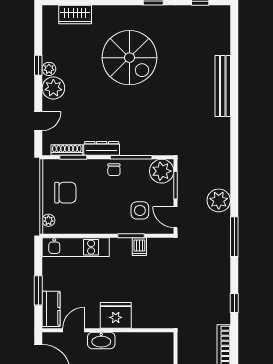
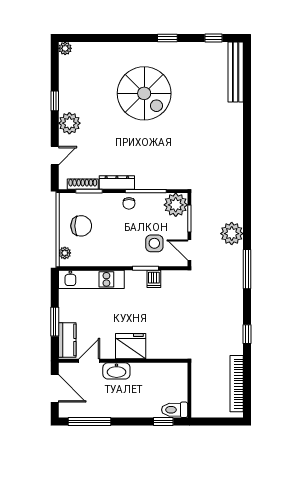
wardrobe: (75, 14) -> (91, 51), removed
plant: (49, 69) -> (65, 48), moved
bench: (223, 86) -> (236, 72), moved

